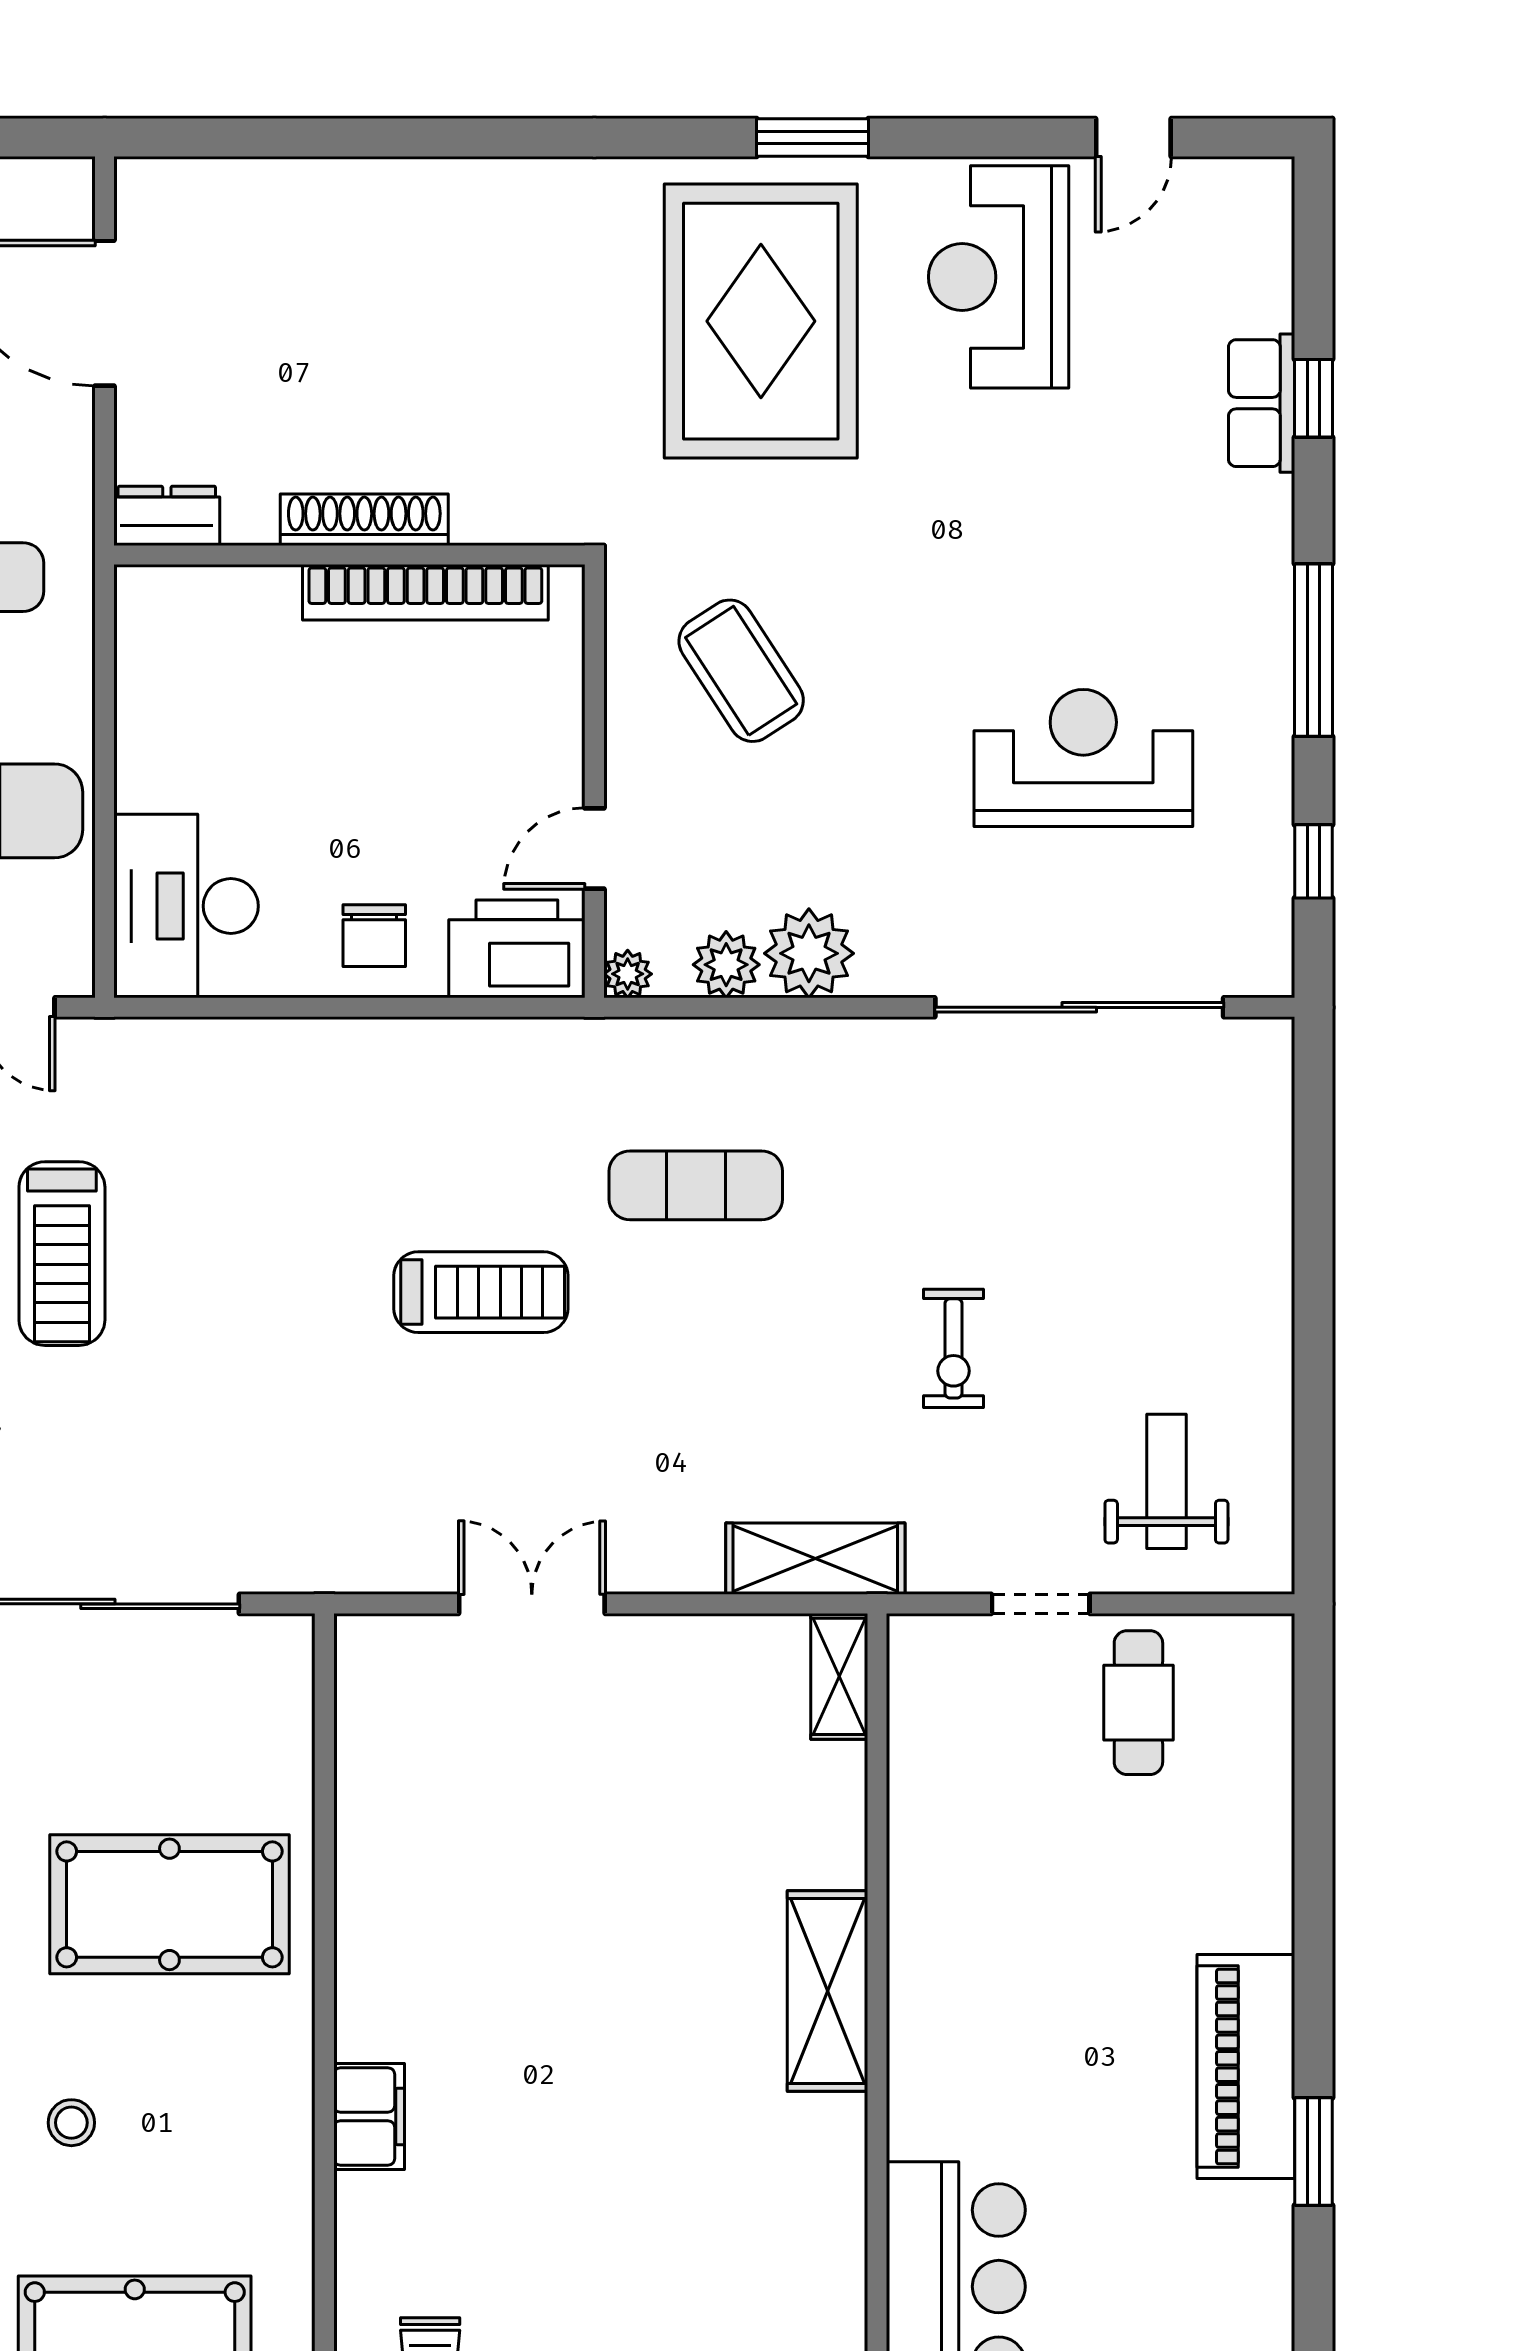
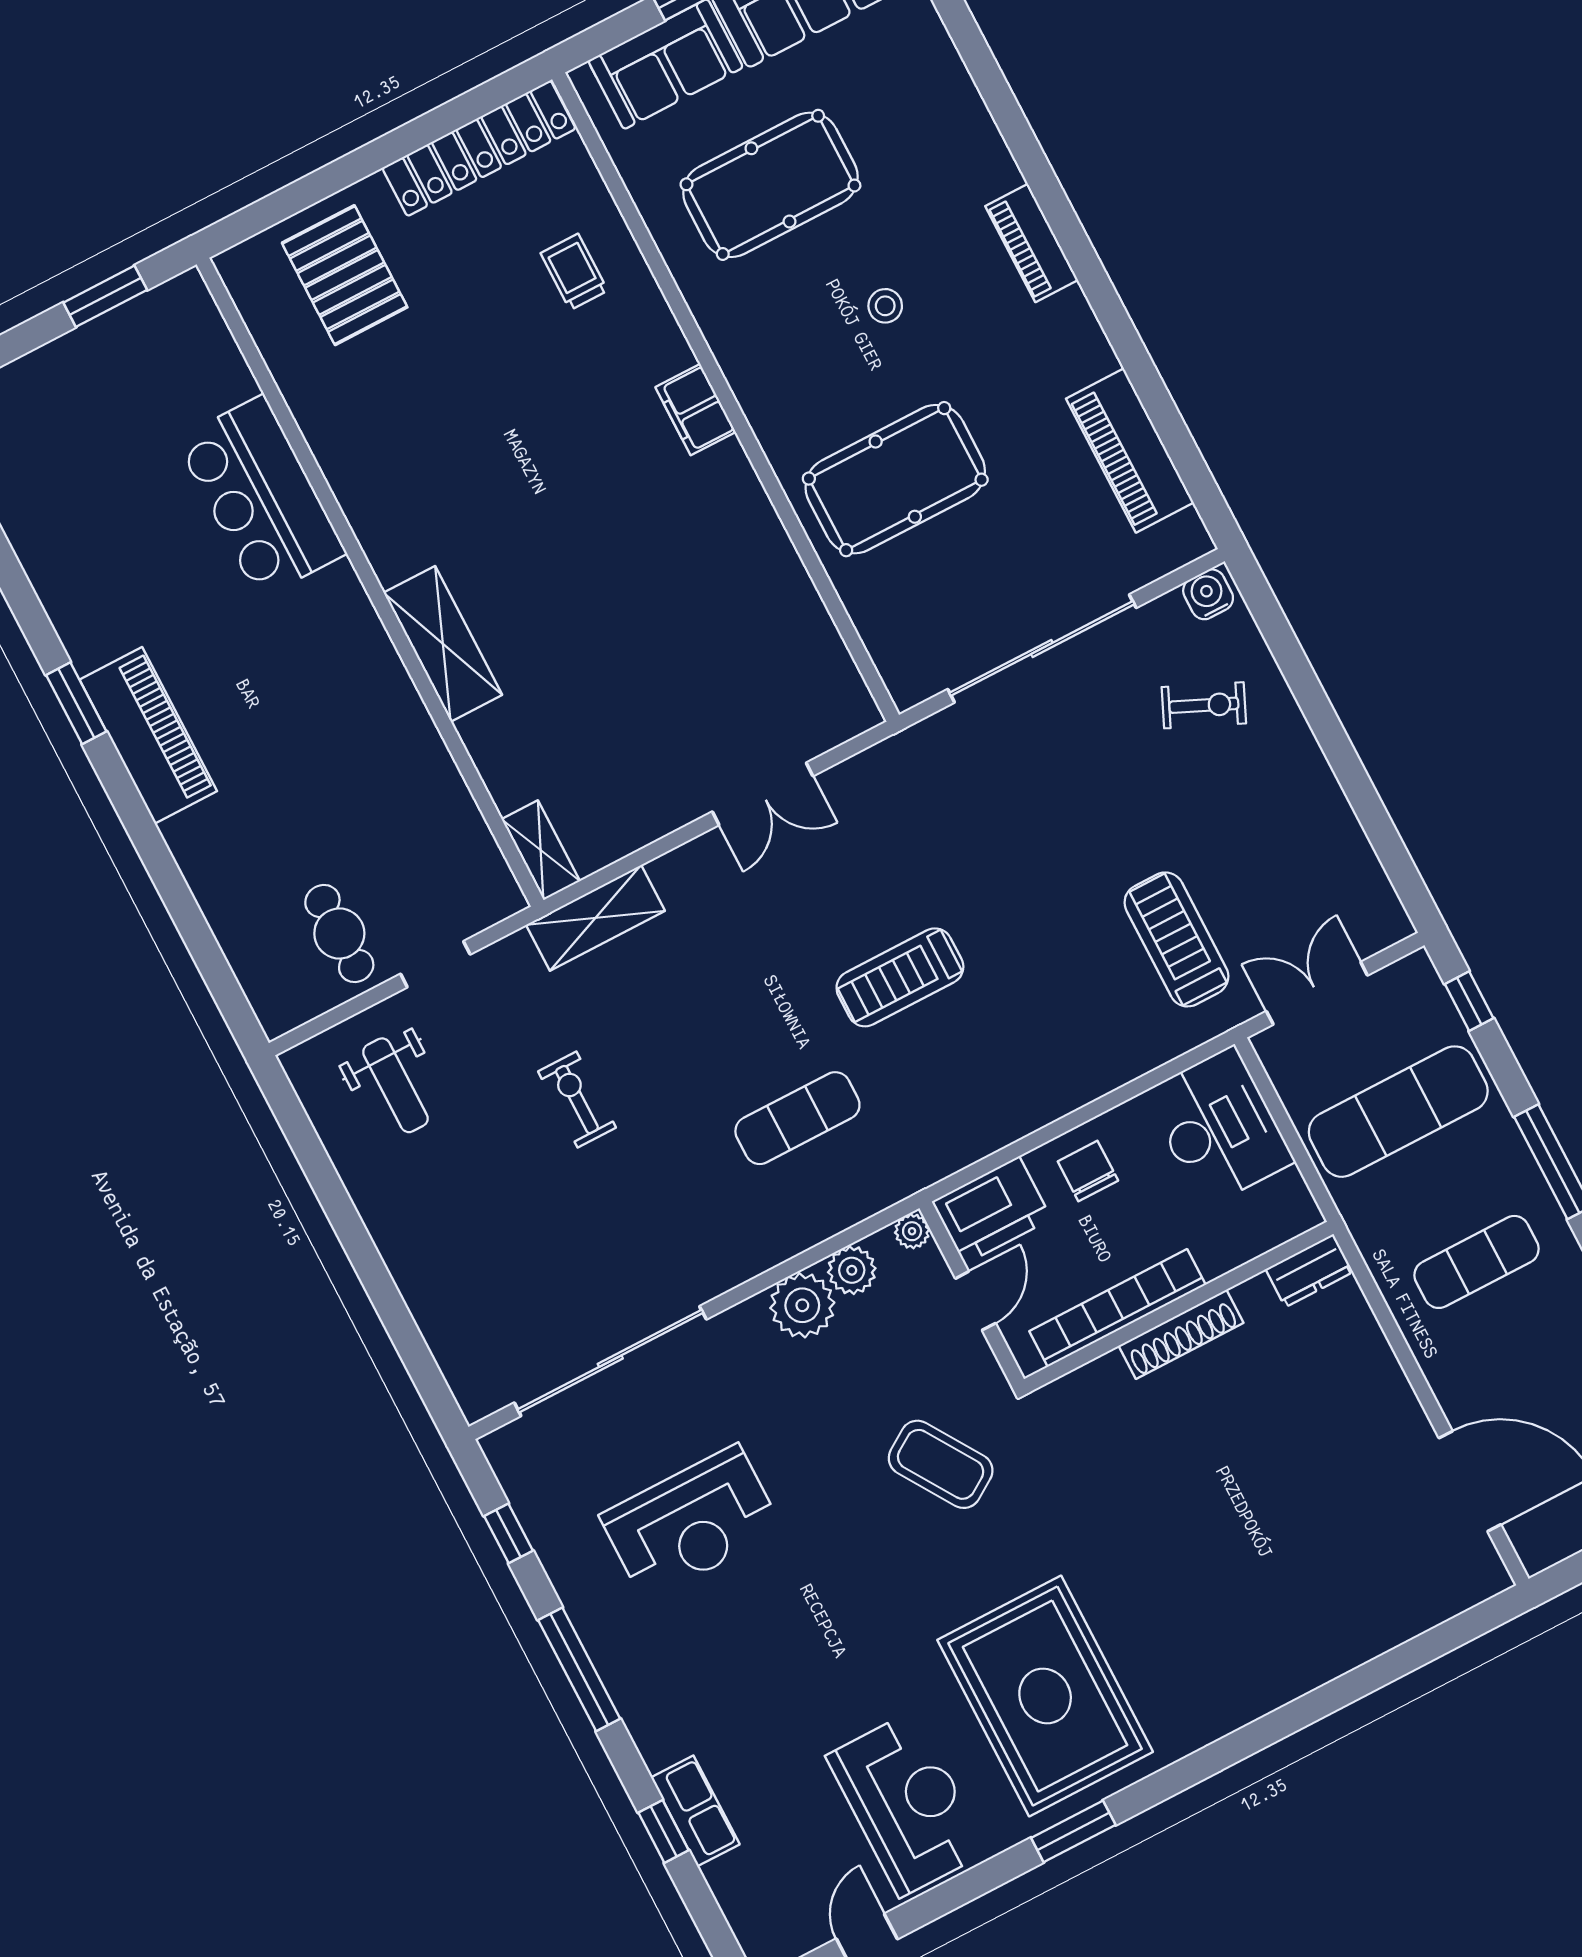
dresser: (167, 516) -> (1309, 1271), moved
shoe rack: (364, 520) -> (1181, 1334), moved
wall: (349, 555) -> (1179, 1307), moved
bookcase: (425, 592) -> (1117, 1308), moved
treadmill: (62, 1254) -> (1176, 939), moved

